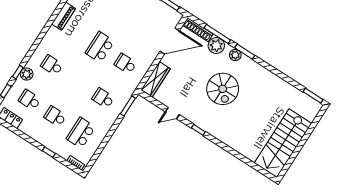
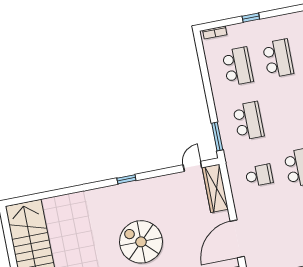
school desk: (103, 98) -> (248, 121), width x1.85
door: (172, 113) -> (192, 166), moved
school desk: (55, 116) -> (278, 58), width x1.85

